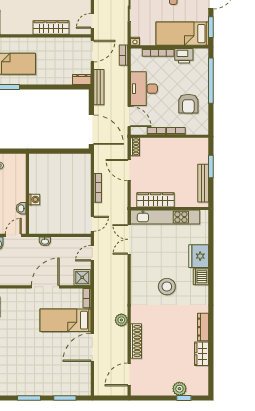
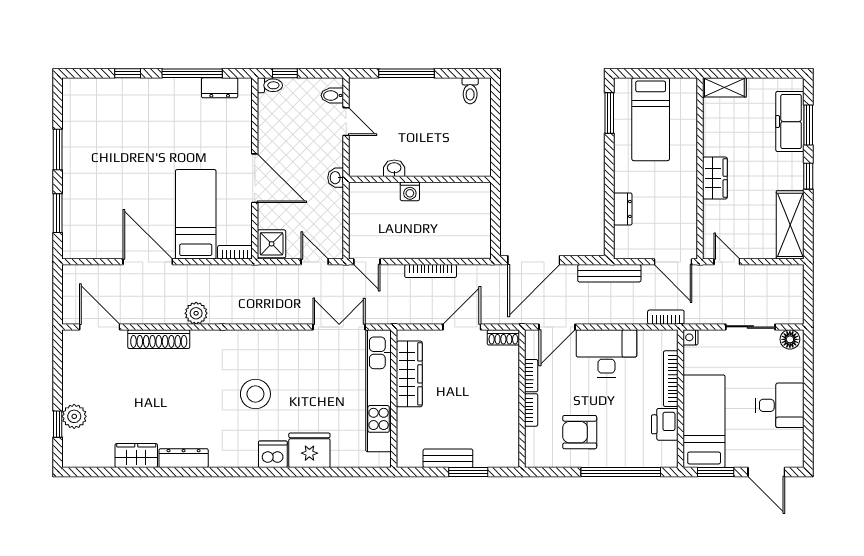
wardrobe: (51, 28) -> (715, 178), width x0.67
dresser: (82, 79) -> (623, 209), moved
bench: (203, 183) -> (448, 458), width x0.73
wall: (27, 194) -> (420, 179), moved
washing machine: (34, 199) -> (410, 191), moved
washbasin: (21, 208) -> (394, 168), moved

